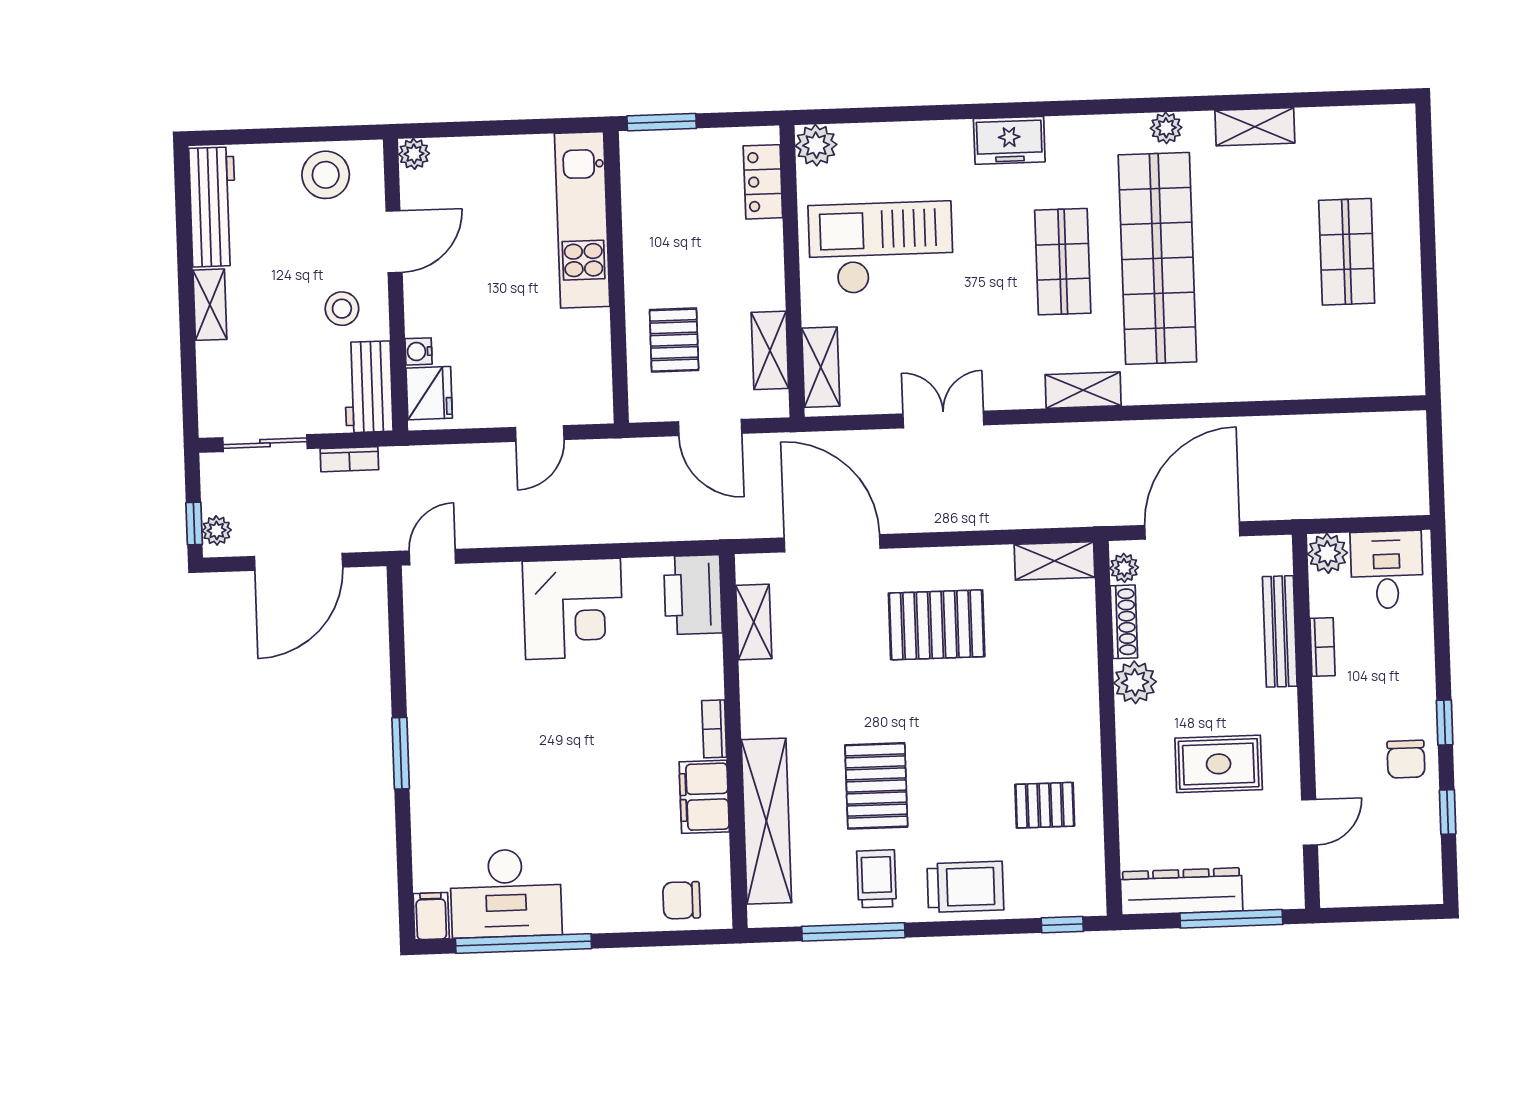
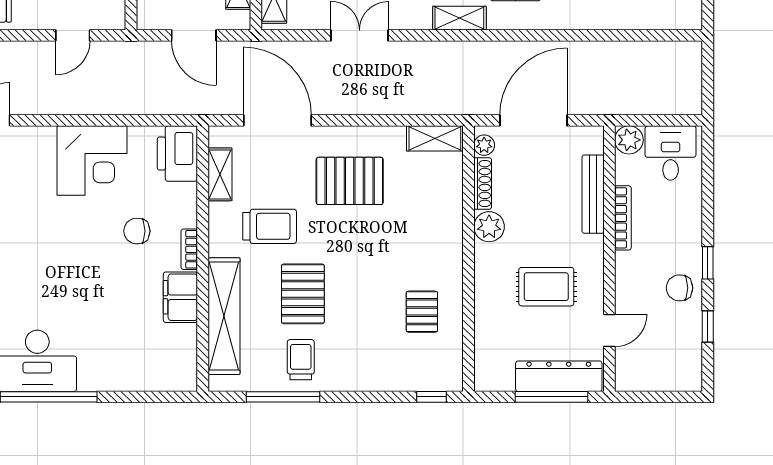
bookcase: (1322, 647) -> (623, 218), width x1.56
chair: (1406, 759) -> (679, 288), turned 90
pallet: (1045, 805) -> (422, 312), turned 90
trolley: (965, 887) -> (270, 226), moved
dresser: (1182, 891) -> (559, 376), moved
chair: (682, 900) -> (137, 231), moved

